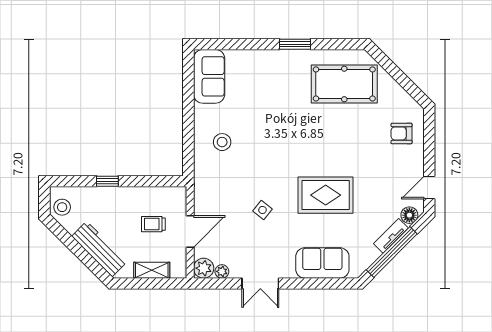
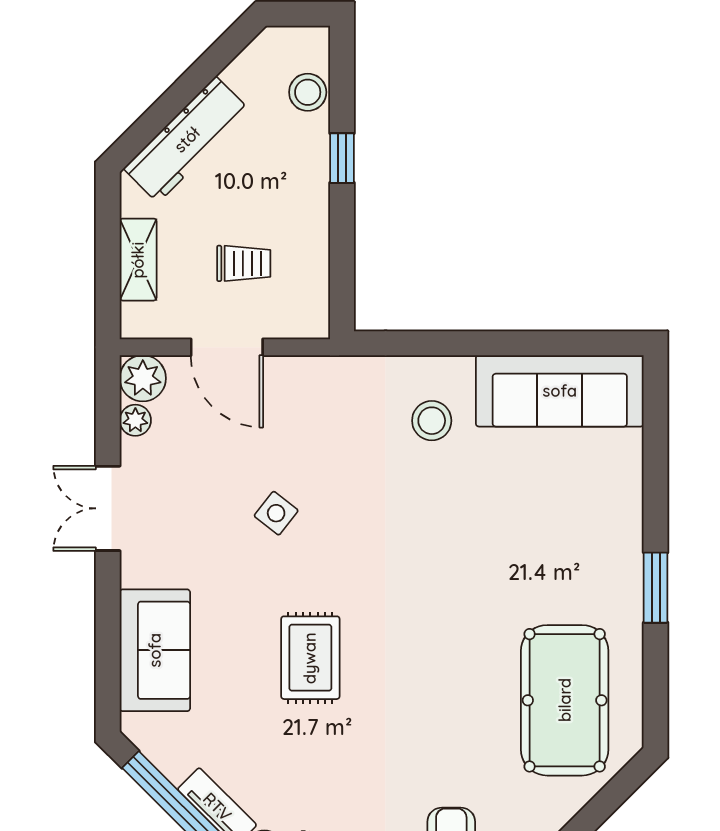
sofa: (209, 76) -> (560, 391), width x1.36
rug: (326, 195) -> (310, 658), width x0.73, depth x0.70
stool: (62, 207) -> (308, 92), moved
trolley: (153, 224) -> (244, 263), turned 90

